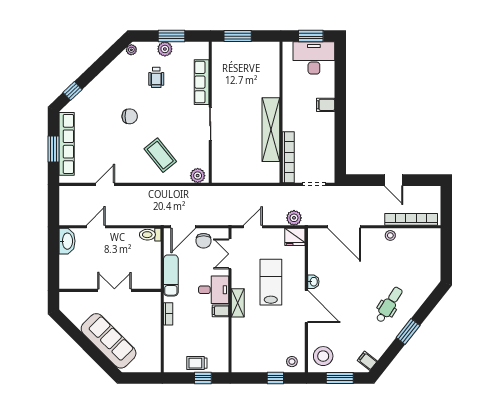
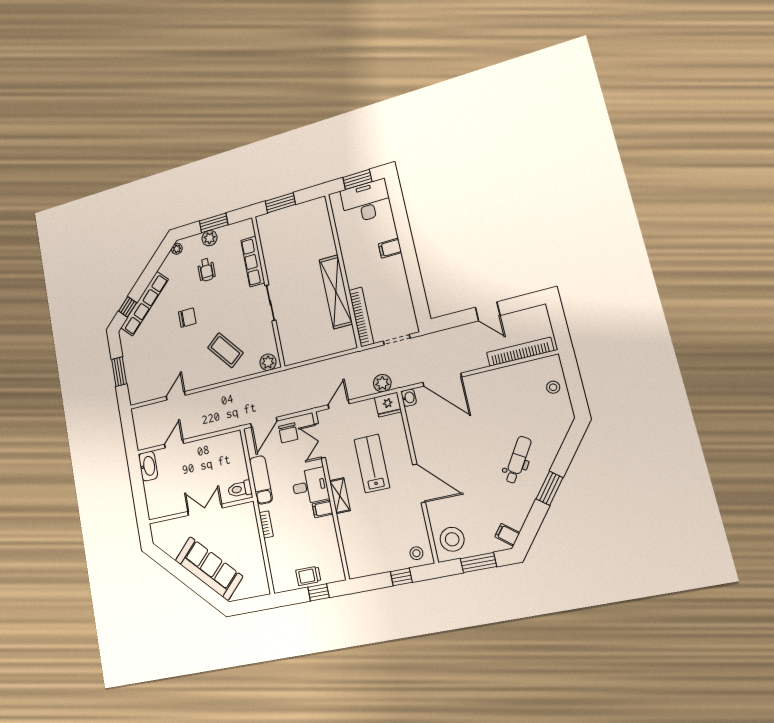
row of seats: (67, 144) -> (145, 304), moved, turned 46
toilet: (150, 235) -> (240, 489), moved
stool: (390, 235) -> (553, 387), moved
washbasin: (313, 282) -> (409, 398), moved

